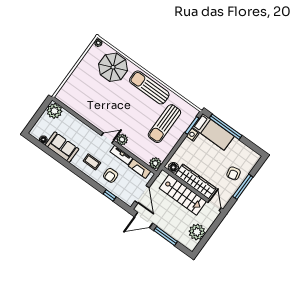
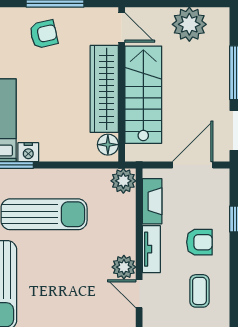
door: (215, 205) -> (122, 27), swing flipped

